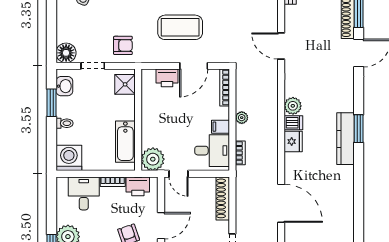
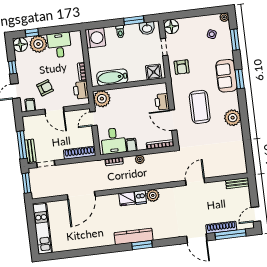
desk: (84, 193) -> (59, 45), moved, turned -90

